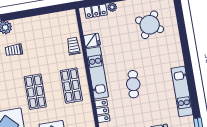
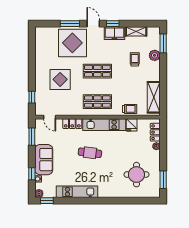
shelving: (55, 20) -> (154, 97), added
round table: (150, 25) -> (136, 175), turned -33

